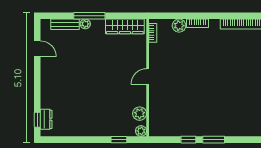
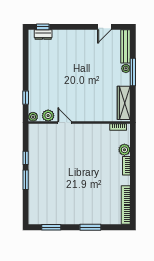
bench: (65, 24) -> (126, 46), width x1.36
door: (148, 77) -> (65, 123), moved

